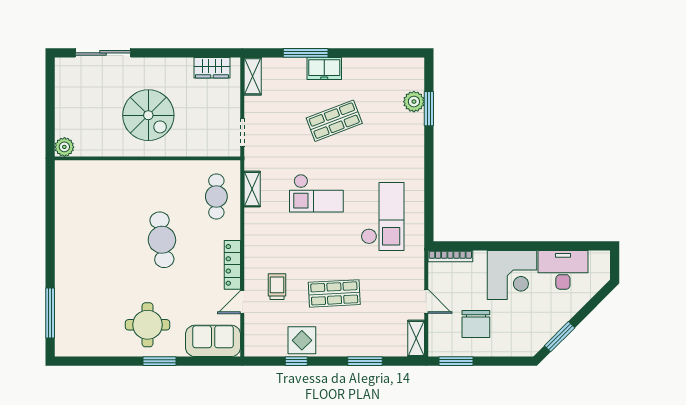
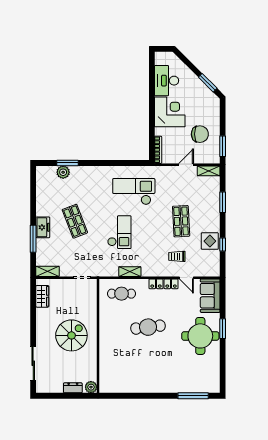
dresser: (63, 117) -> (73, 388), added
shelving: (252, 189) -> (130, 272), moved
round table: (147, 325) -> (200, 336), width x1.36, depth x1.36

